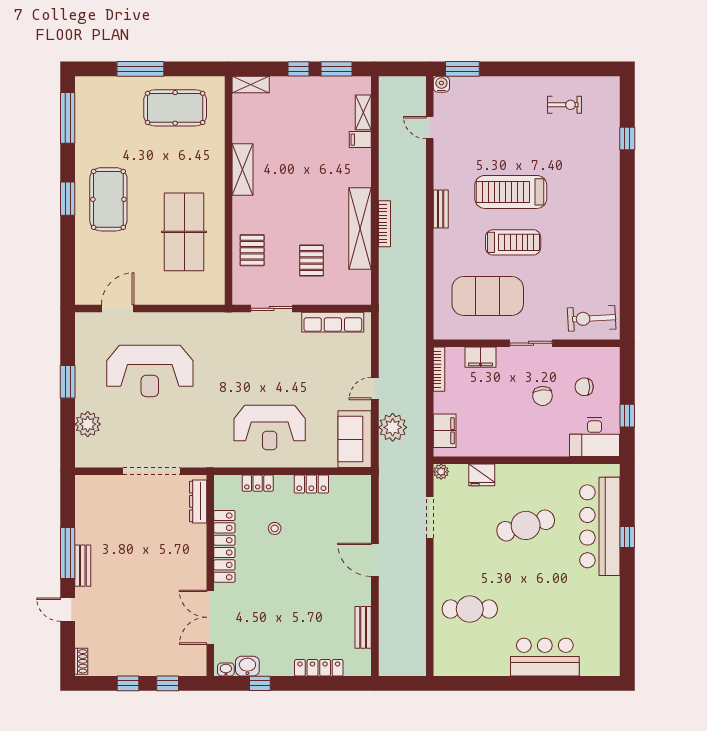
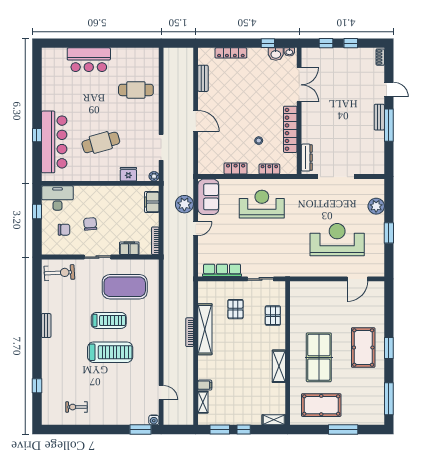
bench: (441, 209) -> (46, 326), moved
table tennis table: (184, 232) -> (319, 357), moved
treadmill: (513, 242) -> (109, 320), turned 180

